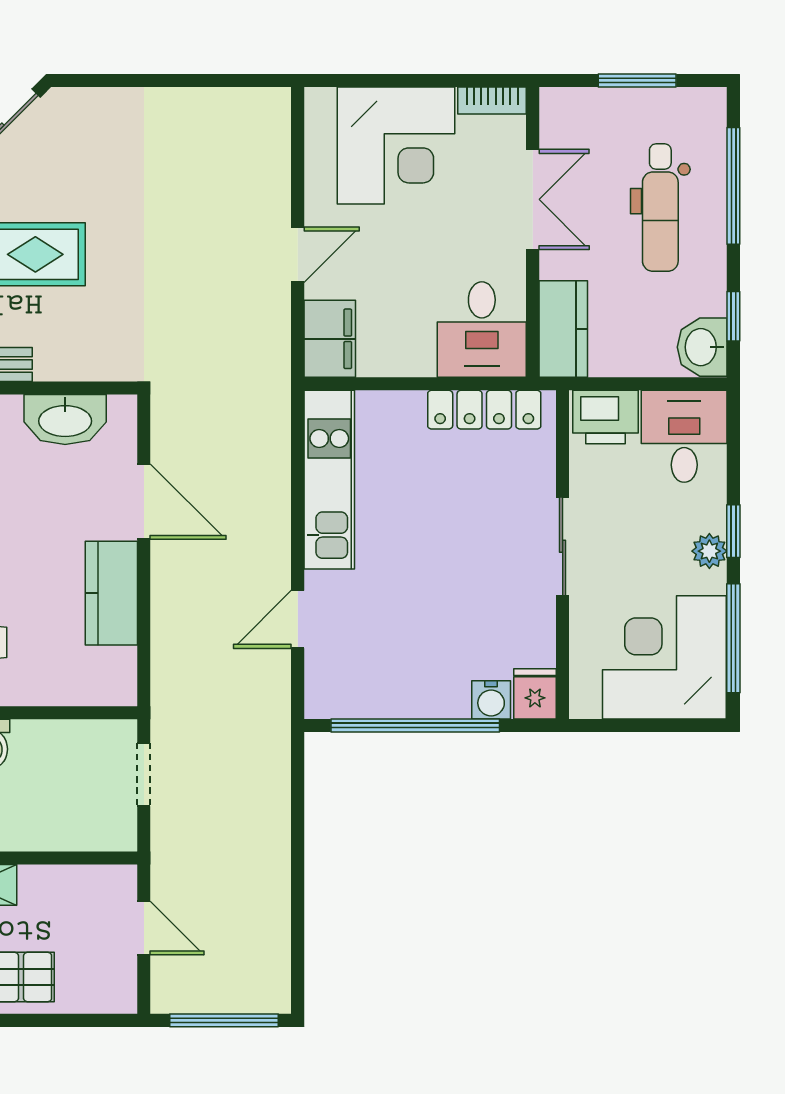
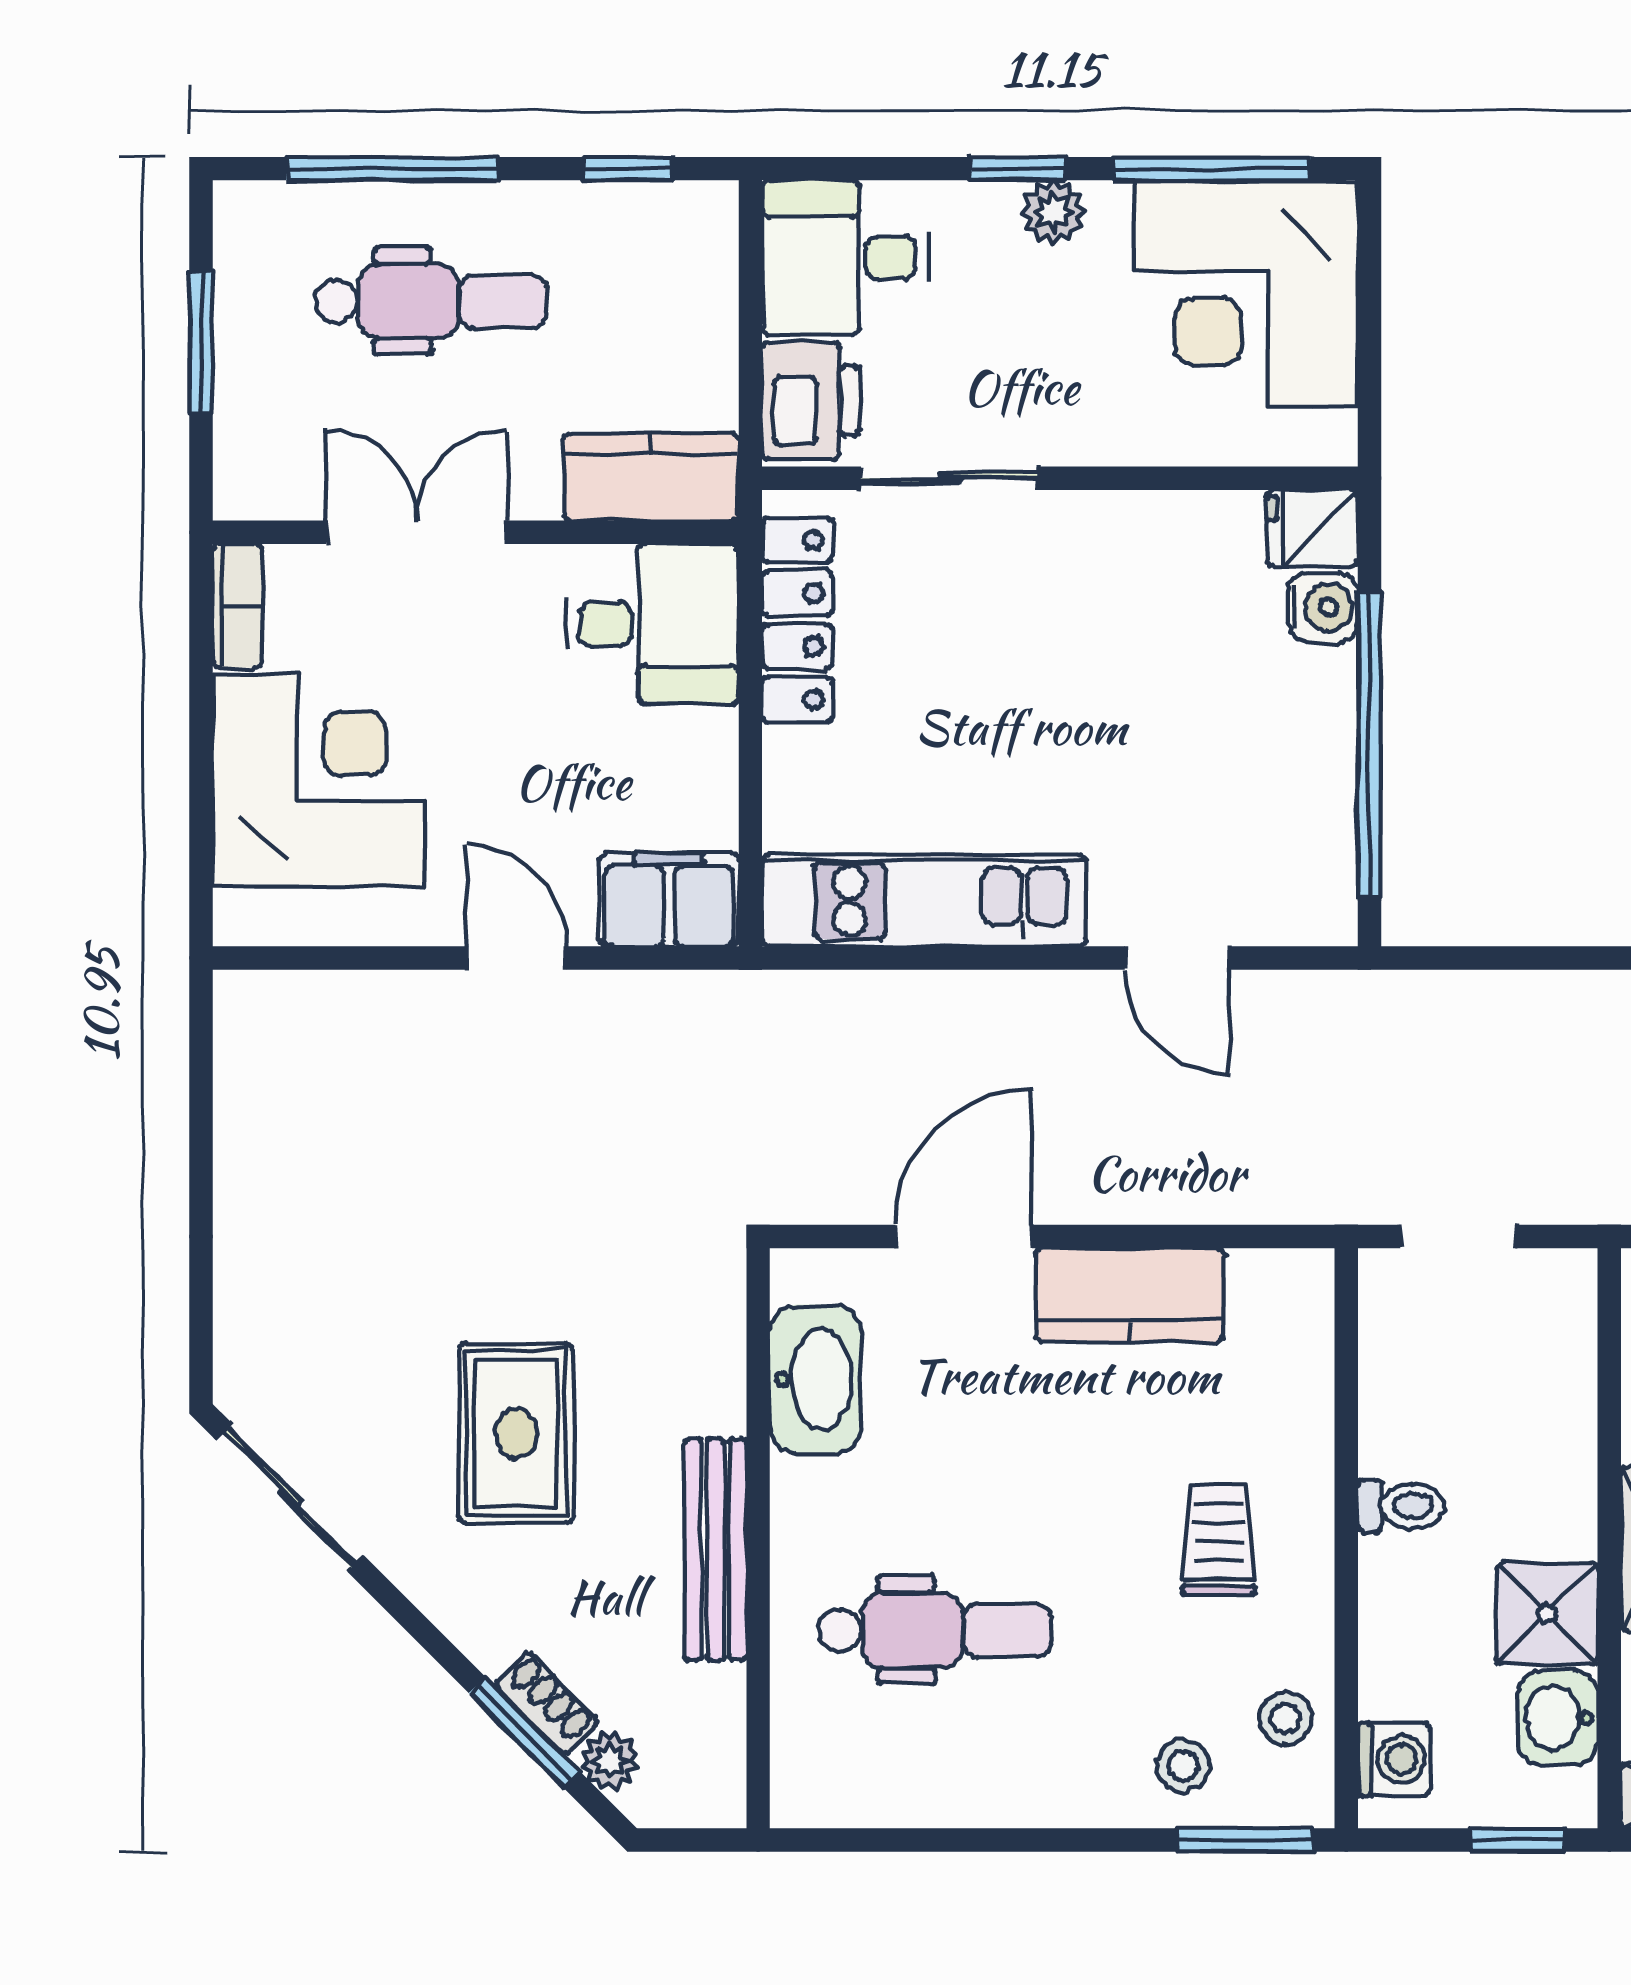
washbasin: (702, 347) -> (684, 225), removed
sliding door: (563, 546) -> (950, 478), moved

